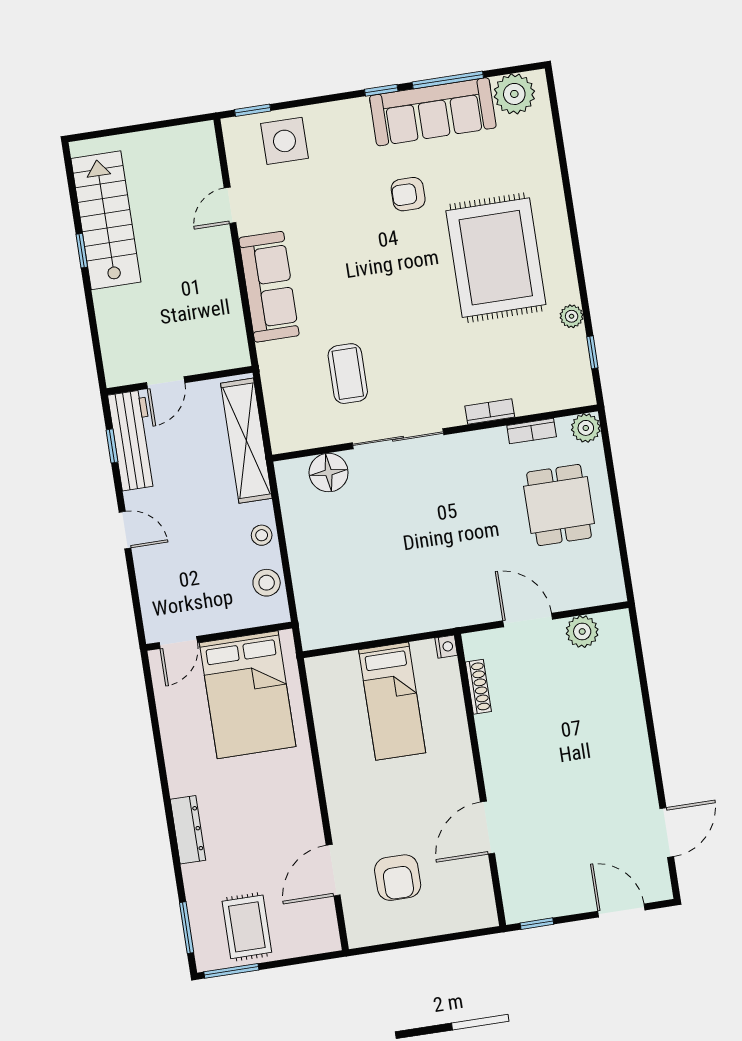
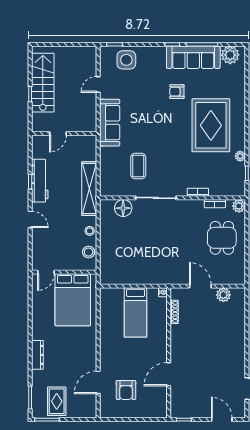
wall: (180, 380) -> (64, 134), moved
door: (166, 383) -> (58, 134), moved

